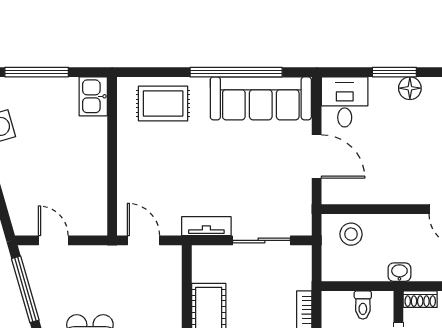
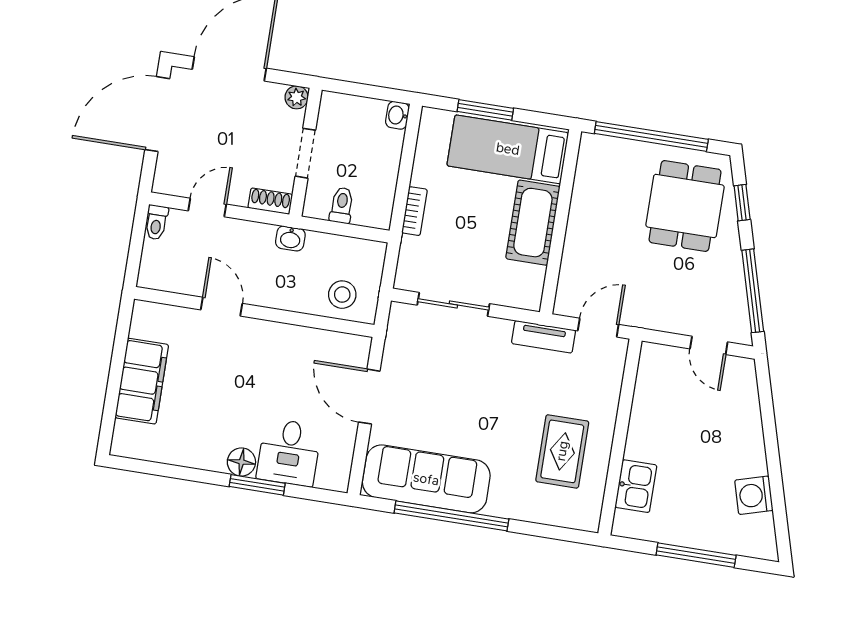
kitchen sink: (93, 96) -> (636, 486), moved
desk: (345, 102) -> (289, 452), moved
rug: (163, 104) -> (562, 451), moved, turned 90
tv unit: (206, 226) -> (544, 337), moved
door: (143, 240) -> (598, 328), swing flipped

